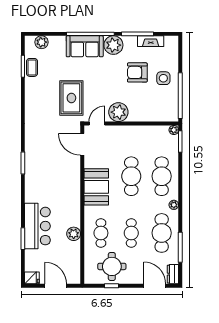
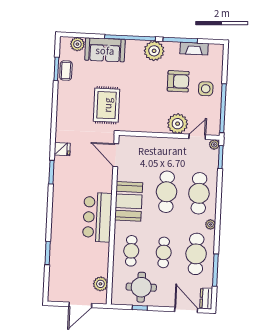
sofa: (85, 46) -> (105, 50), moved
armchair: (137, 72) -> (178, 81), turned 180
plant: (118, 112) -> (178, 124), moved
door: (97, 123) -> (197, 137), moved
bar counter: (37, 226) -> (97, 217), moved, turned 180
plant: (74, 234) -> (100, 284), moved
fridge: (32, 278) -> (62, 149), moved
door: (56, 286) -> (80, 305), swing flipped

